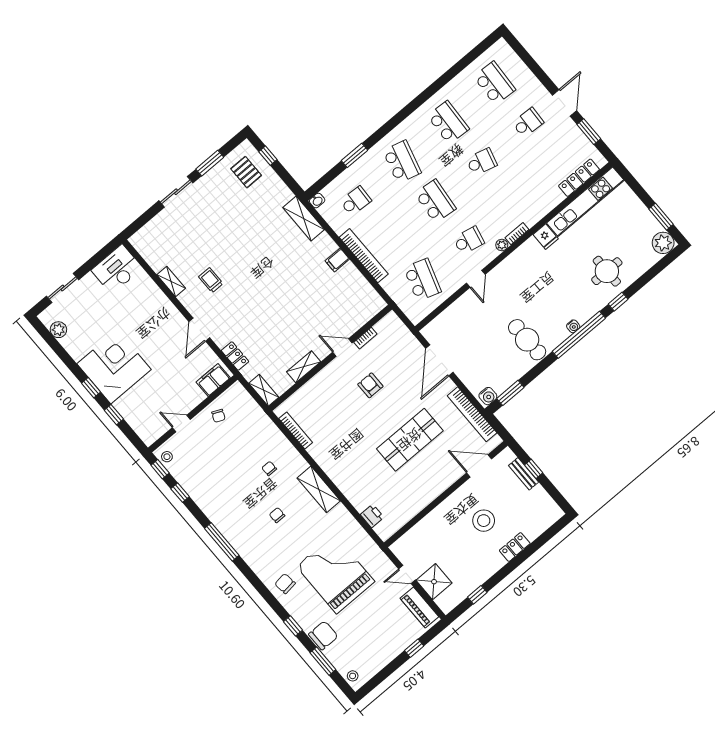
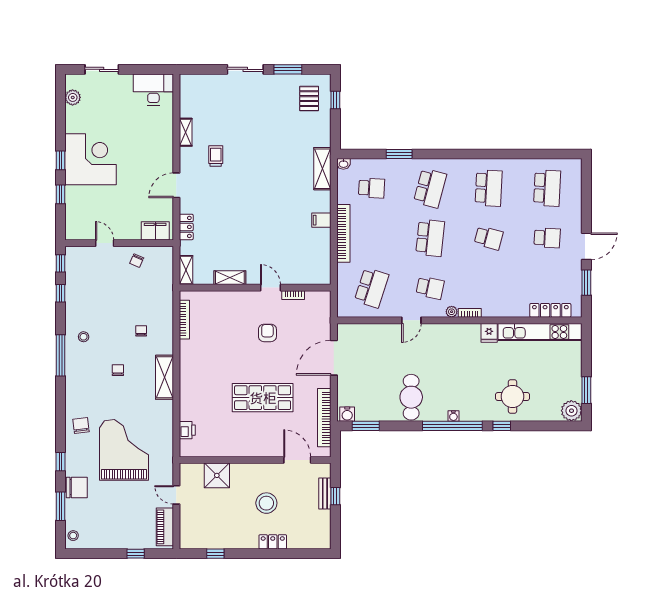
stool: (167, 457) -> (84, 337), moved
shower: (434, 582) -> (217, 475), moved

